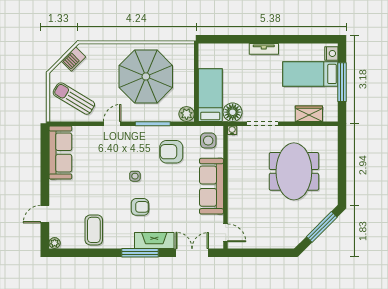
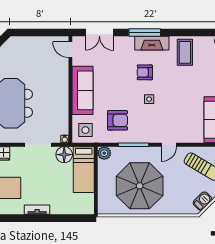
fireplace: (154, 240) -> (152, 43), moved

